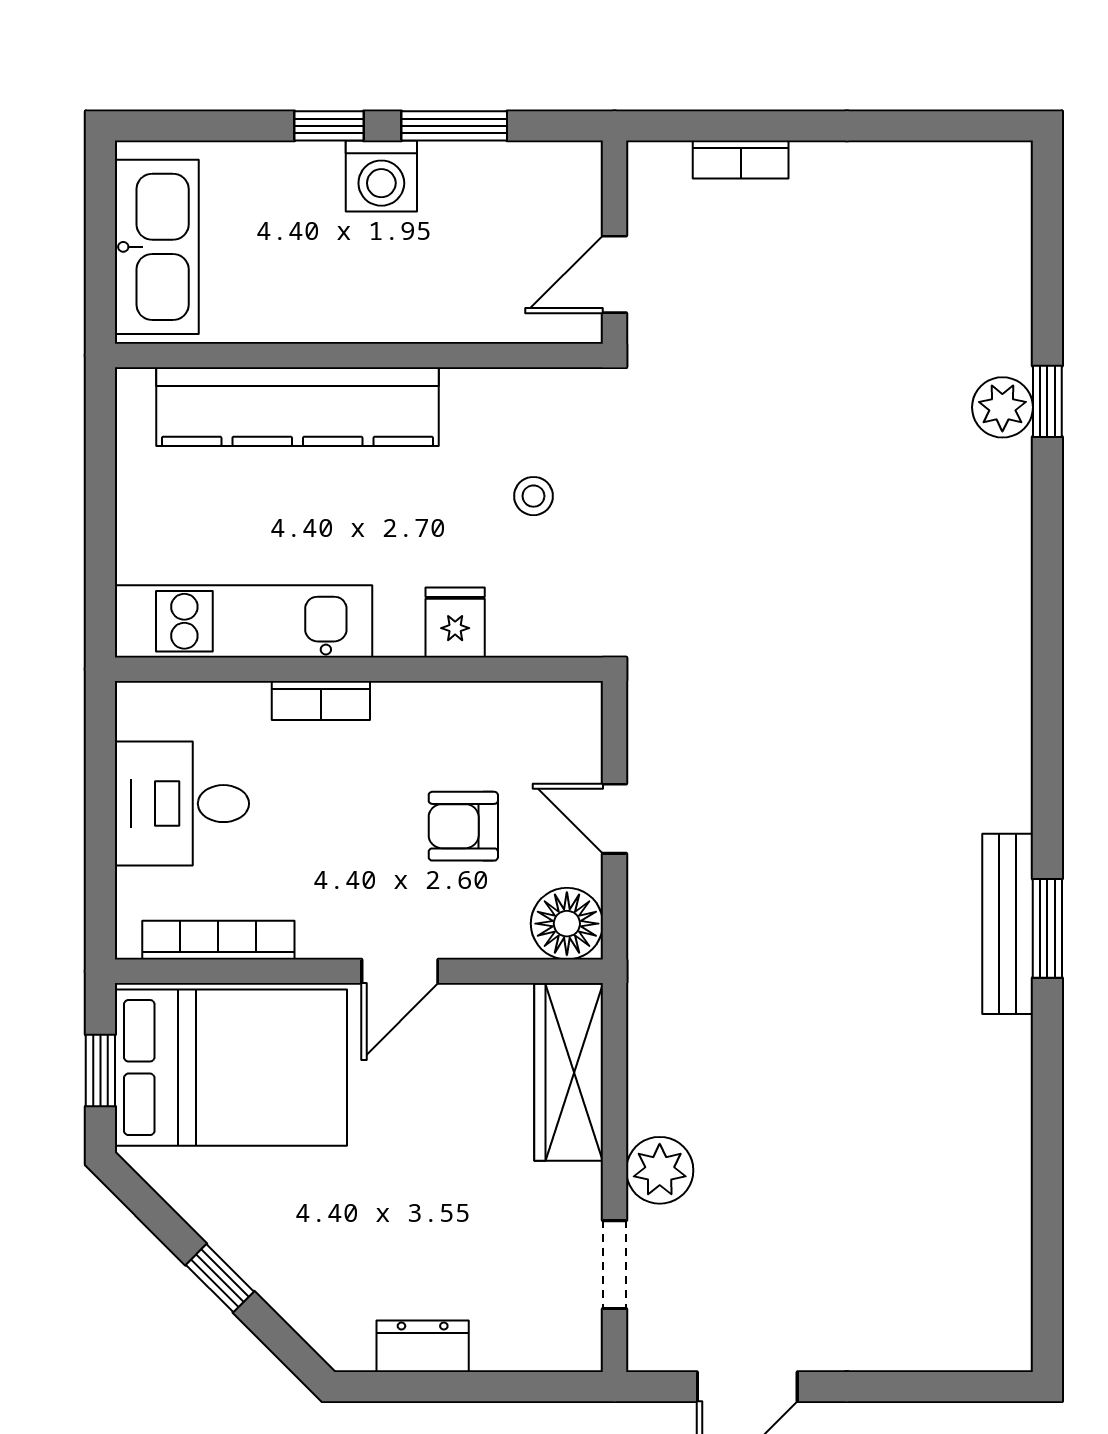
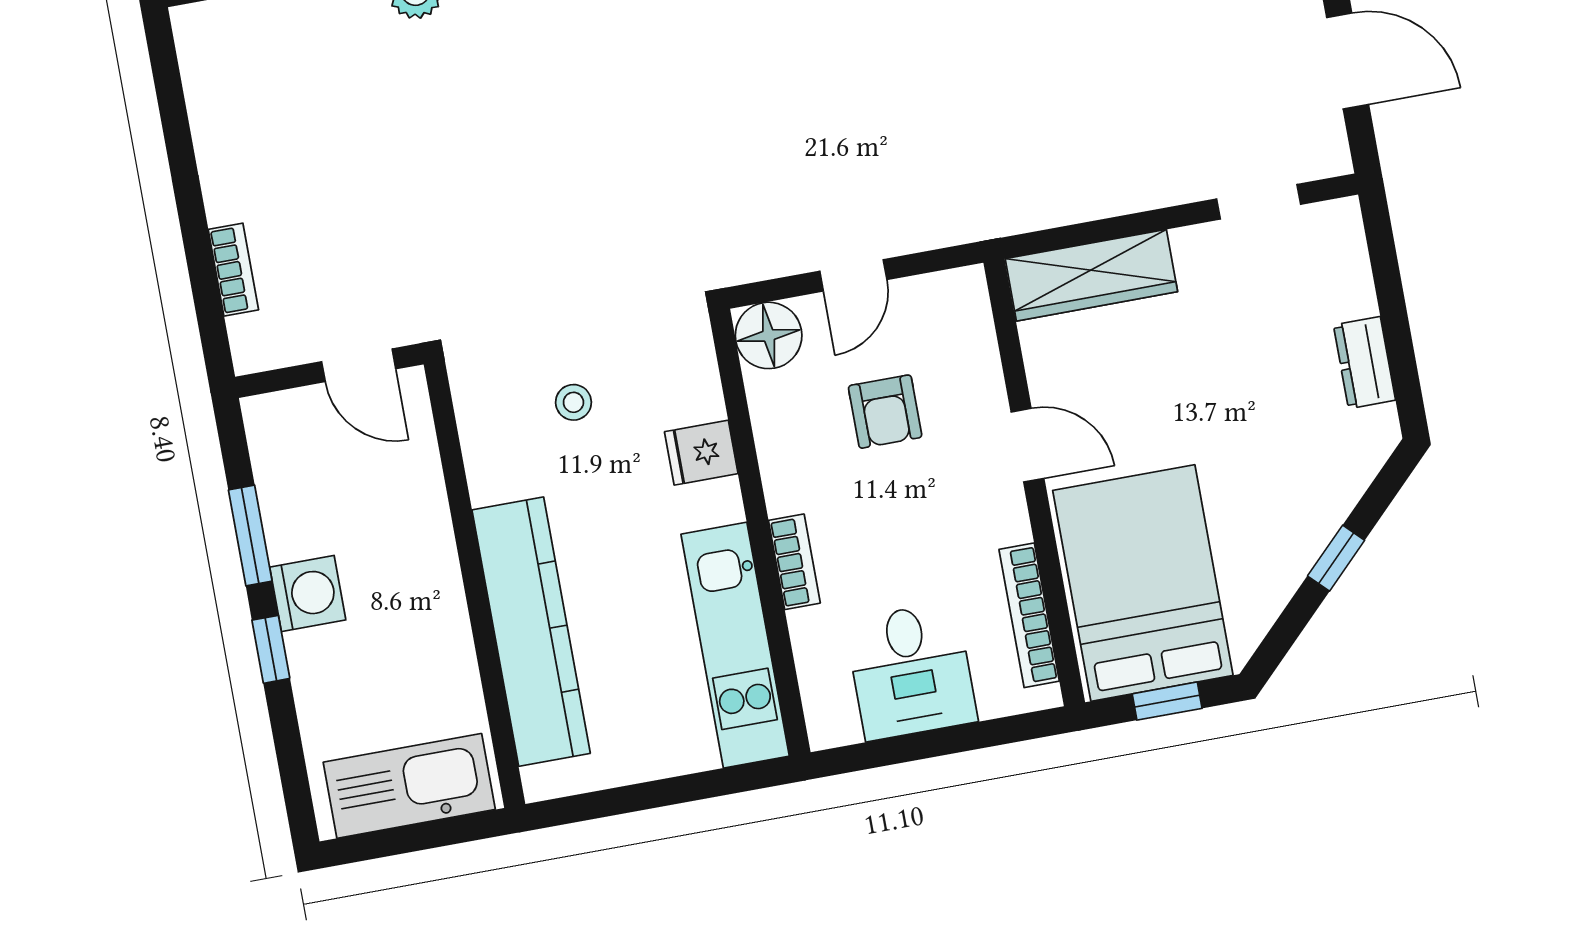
floor lamp: (567, 924) -> (769, 335), moved
plant: (660, 1170) -> (1165, 176), removed

